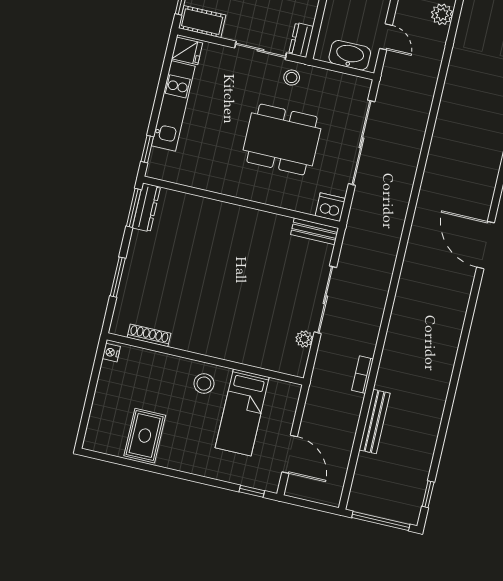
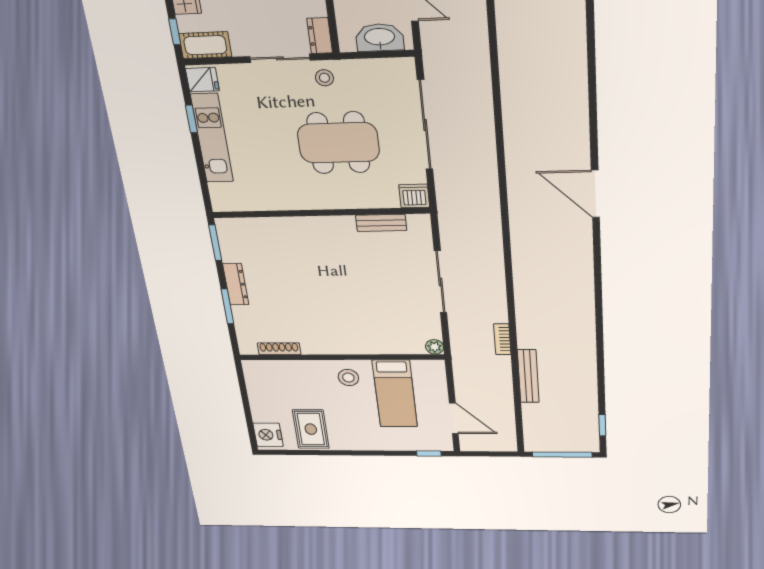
window: (147, 149) -> (191, 119), moved
dresser: (146, 207) -> (236, 284), moved
bench: (315, 231) -> (381, 223), moved
plant: (304, 339) -> (435, 347), moved
nightstand: (111, 353) -> (268, 435), moved, width x1.89, depth x1.79

